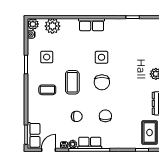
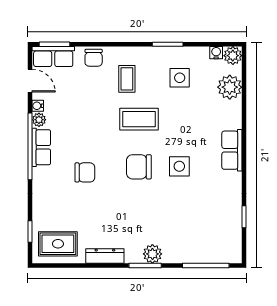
chair: (77, 116) -> (94, 58), moved

